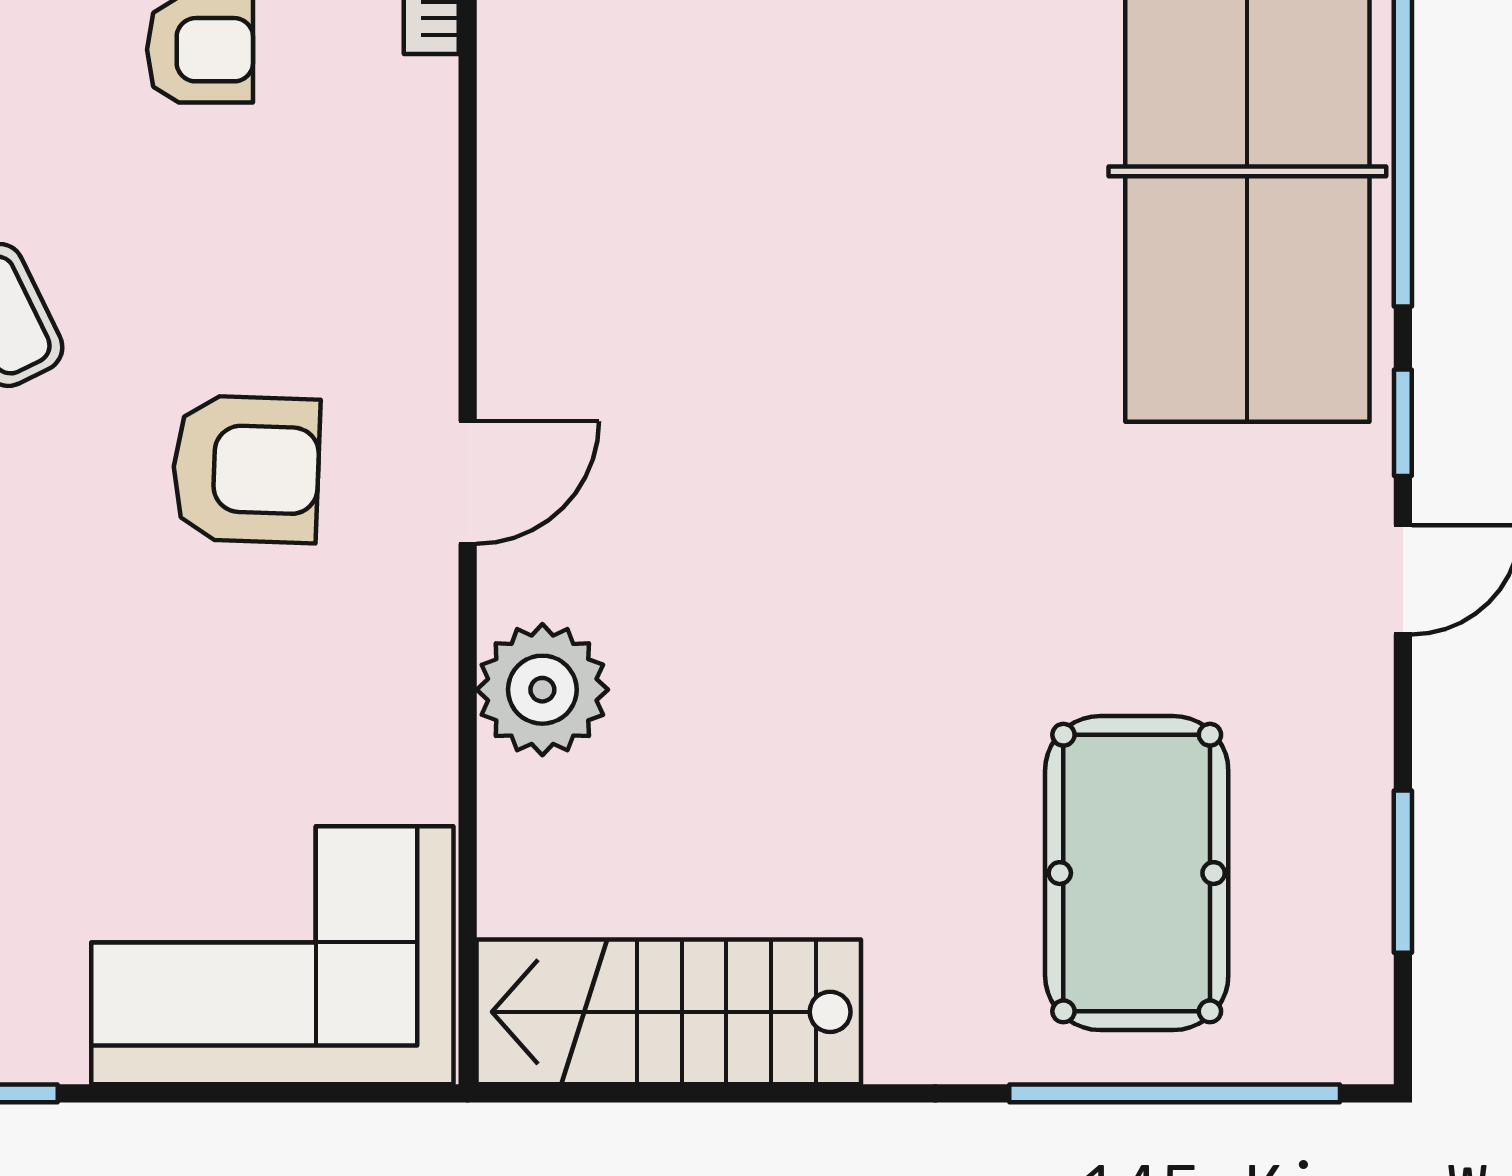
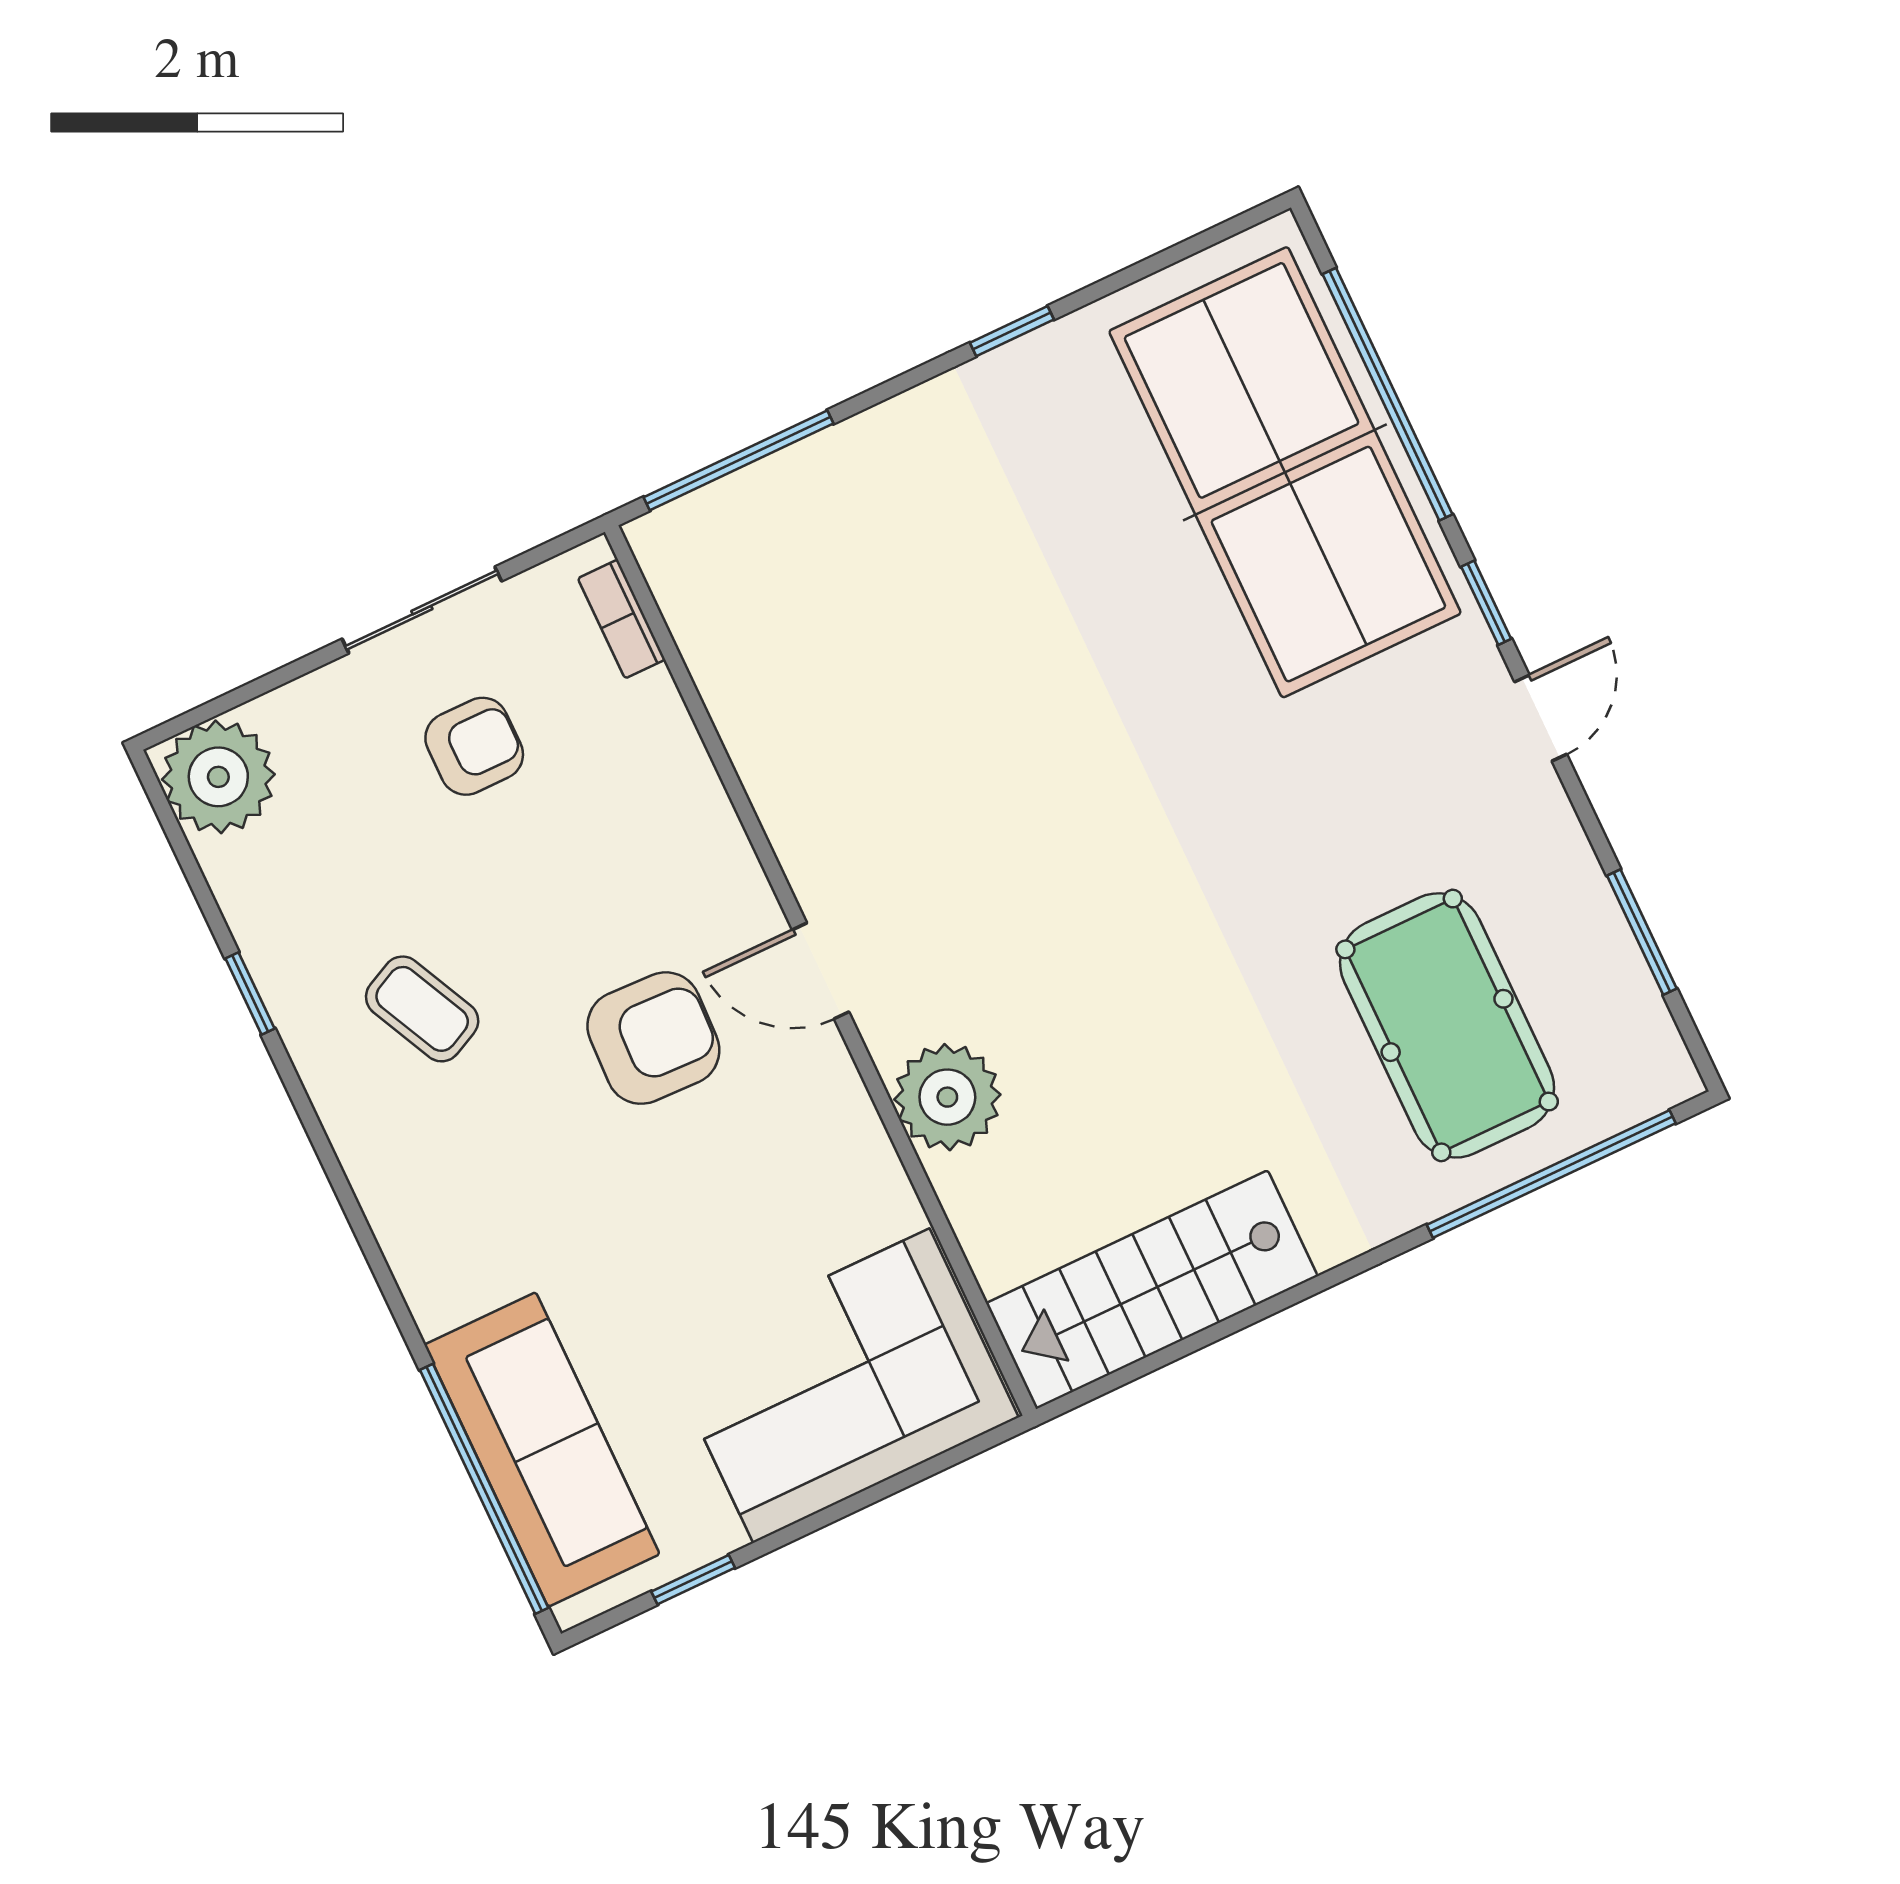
door: (468, 482) -> (821, 971), swing flipped

